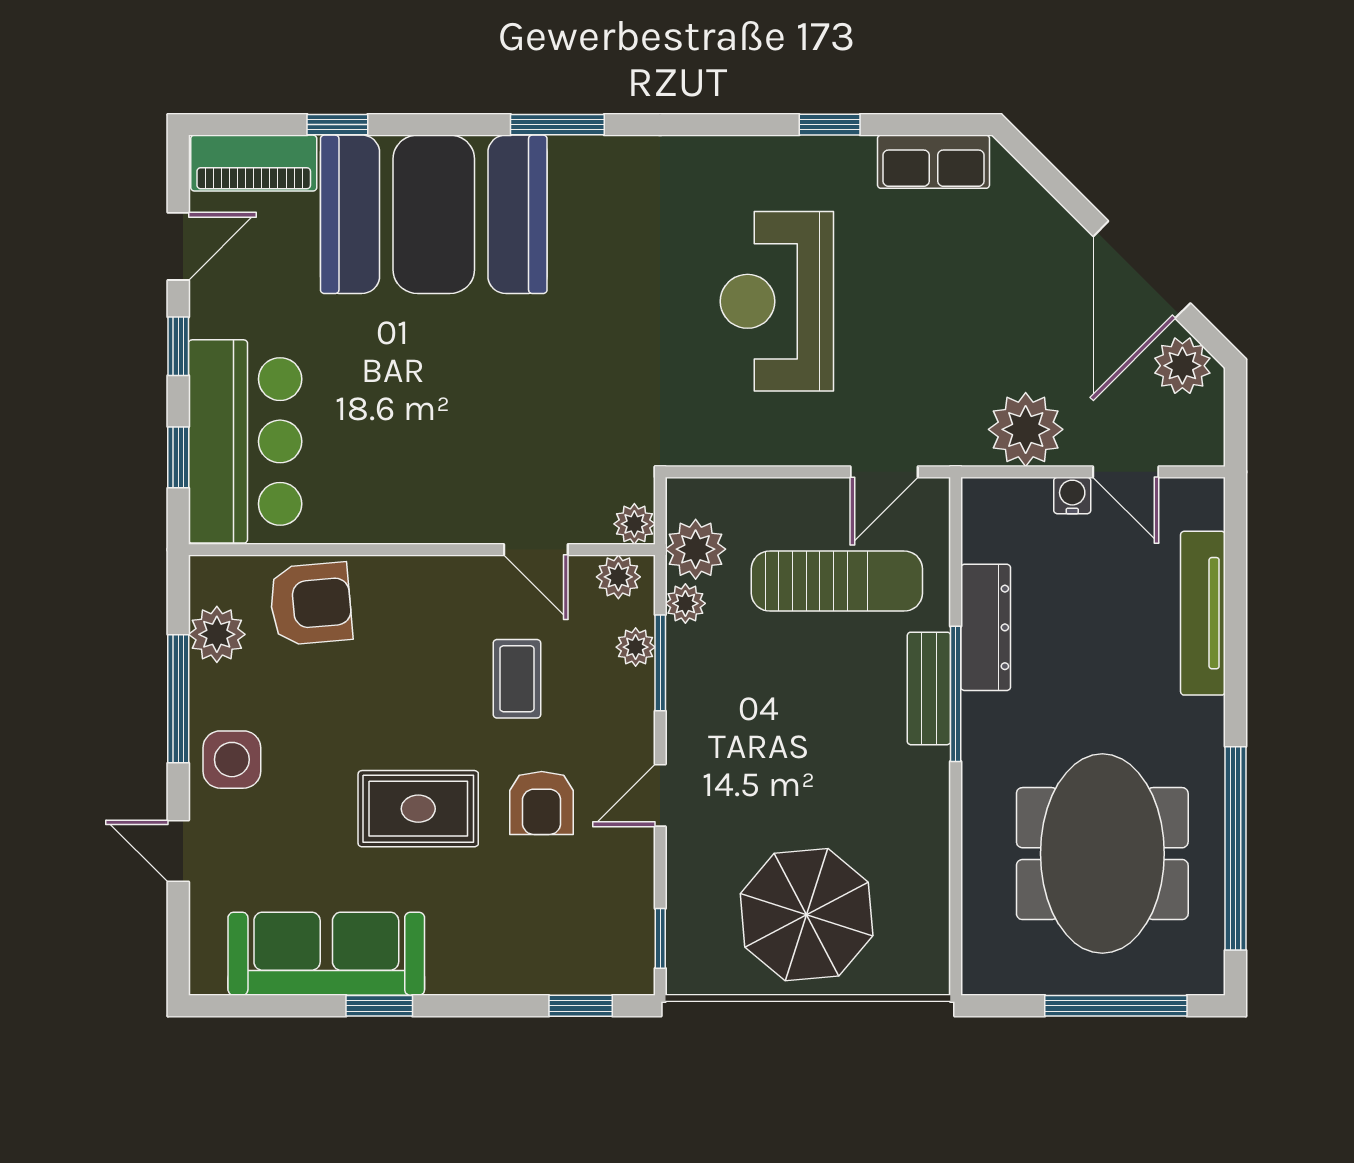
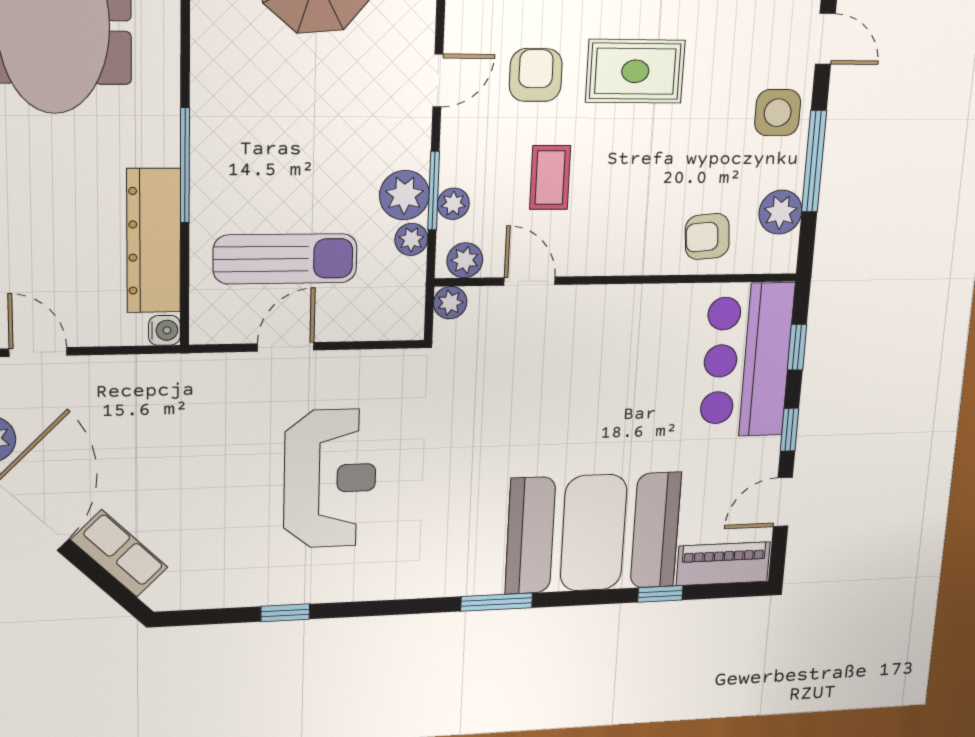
row of seats: (933, 162) -> (119, 554), moved, turned 45
plant: (1026, 429) -> (125, 384), removed
door: (884, 472) -> (286, 347), moved
water cooler: (1072, 495) -> (164, 330), moved, turned -90
plant: (696, 549) -> (404, 195), moved
sun lounger: (837, 581) -> (285, 259), turned 180
armchair: (311, 604) -> (707, 237), width x0.72, depth x0.72
dresser: (986, 627) -> (154, 241), width x1.37, depth x1.24
bench: (929, 688) -> (208, 170), removed

